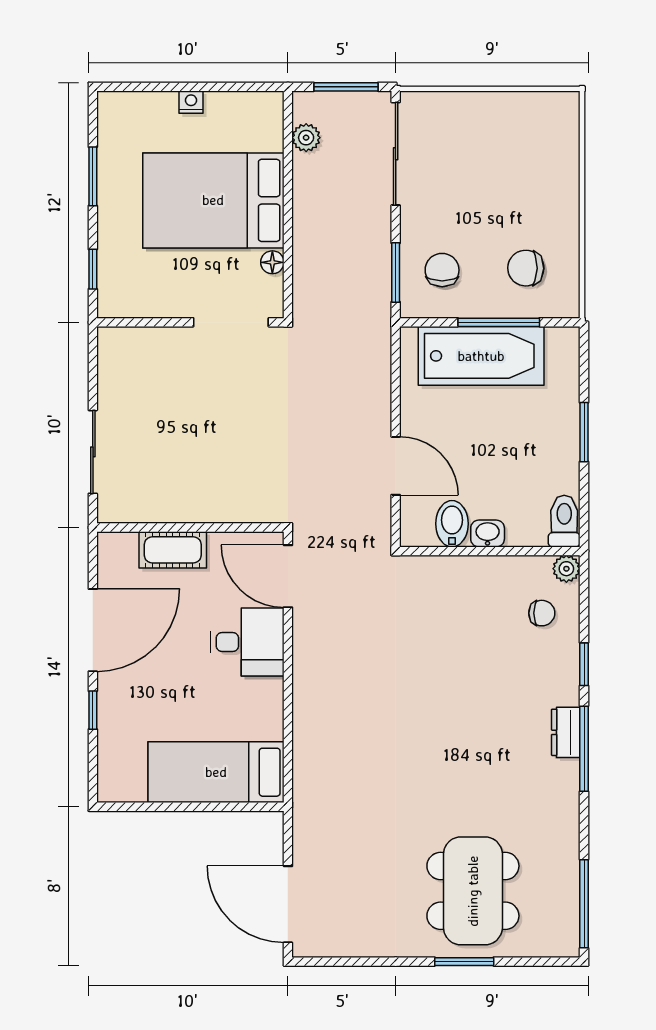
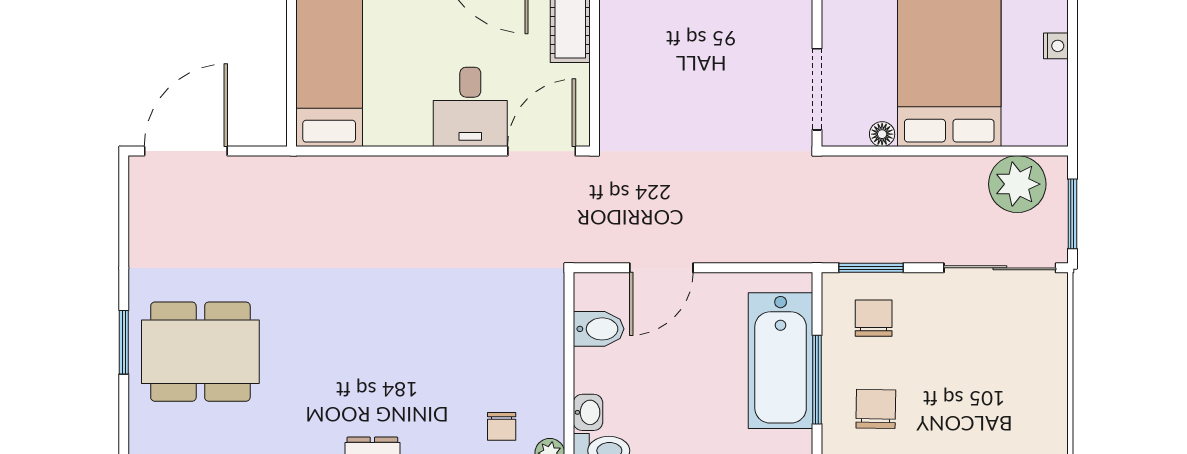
plant: (306, 138) -> (1017, 184), width x1.88, depth x1.88
chair: (442, 270) -> (874, 318), turned -90
washbasin: (488, 533) -> (588, 412), moved

